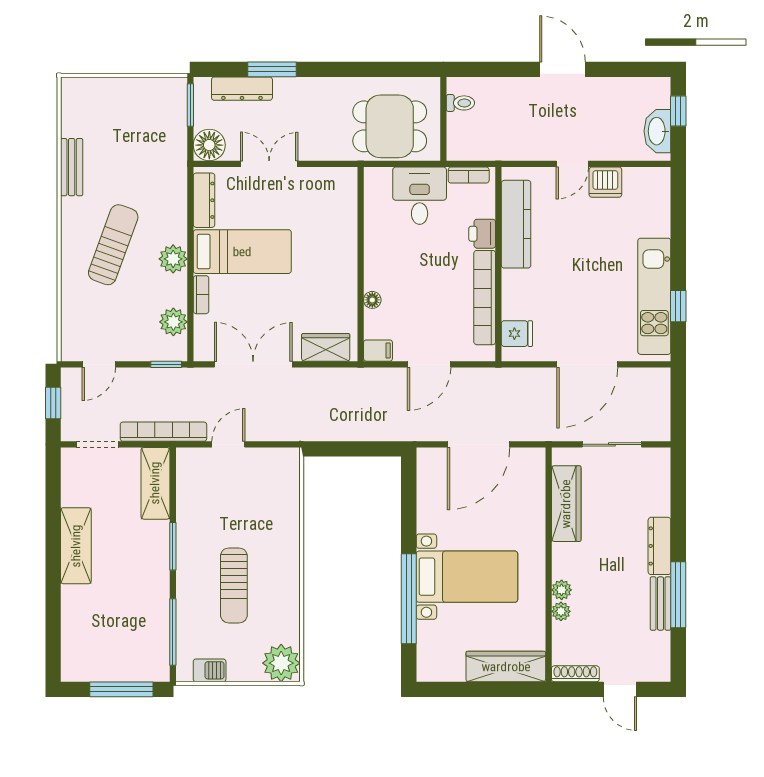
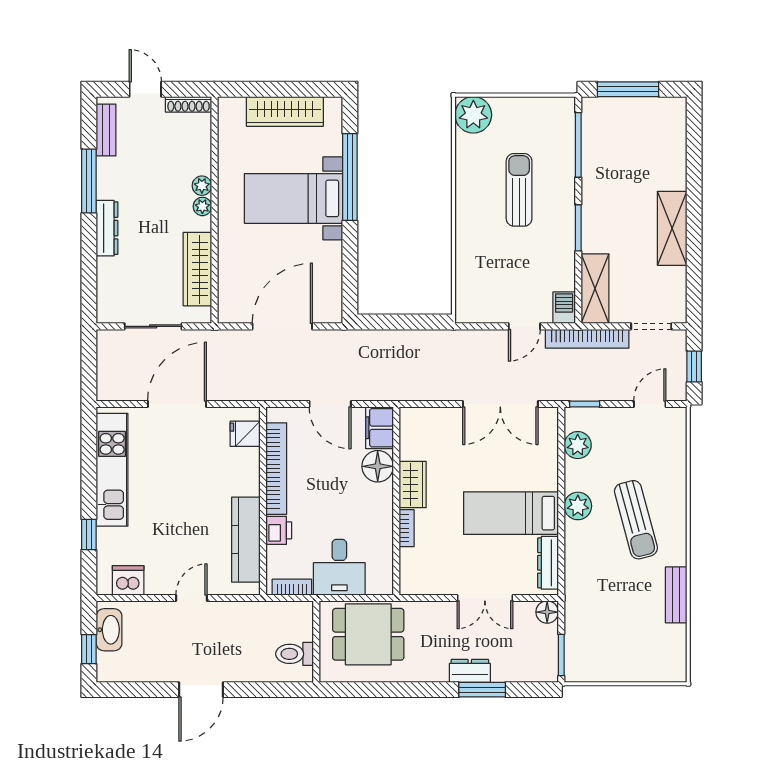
door: (562, 69) -> (201, 690), hinge flipped
dresser: (242, 89) -> (470, 671), moved, width x0.70
toilet: (460, 103) -> (295, 654), width x1.37, depth x1.39
floor lamp: (209, 145) -> (547, 612), width x0.73, depth x0.73
dishwasher: (605, 182) -> (128, 580), moved
sun lounger: (113, 245) -> (636, 520), turned -35
bookcase: (201, 295) -> (407, 528), moved, turned 180
floor lamp: (372, 300) -> (378, 466), width x1.89, depth x1.89
window: (678, 306) -> (89, 534), moved
wardrobe: (326, 347) -> (413, 484), moved, turned -90
filing cabinet: (378, 351) -> (380, 428), width x2.00
door: (429, 364) -> (330, 404), swing flipped
bench: (660, 604) -> (106, 130), moved
plant: (561, 611) -> (202, 206), moved
wardrobe: (506, 667) -> (285, 111), moved
barbecue: (210, 670) -> (564, 308), moved, turned 90

